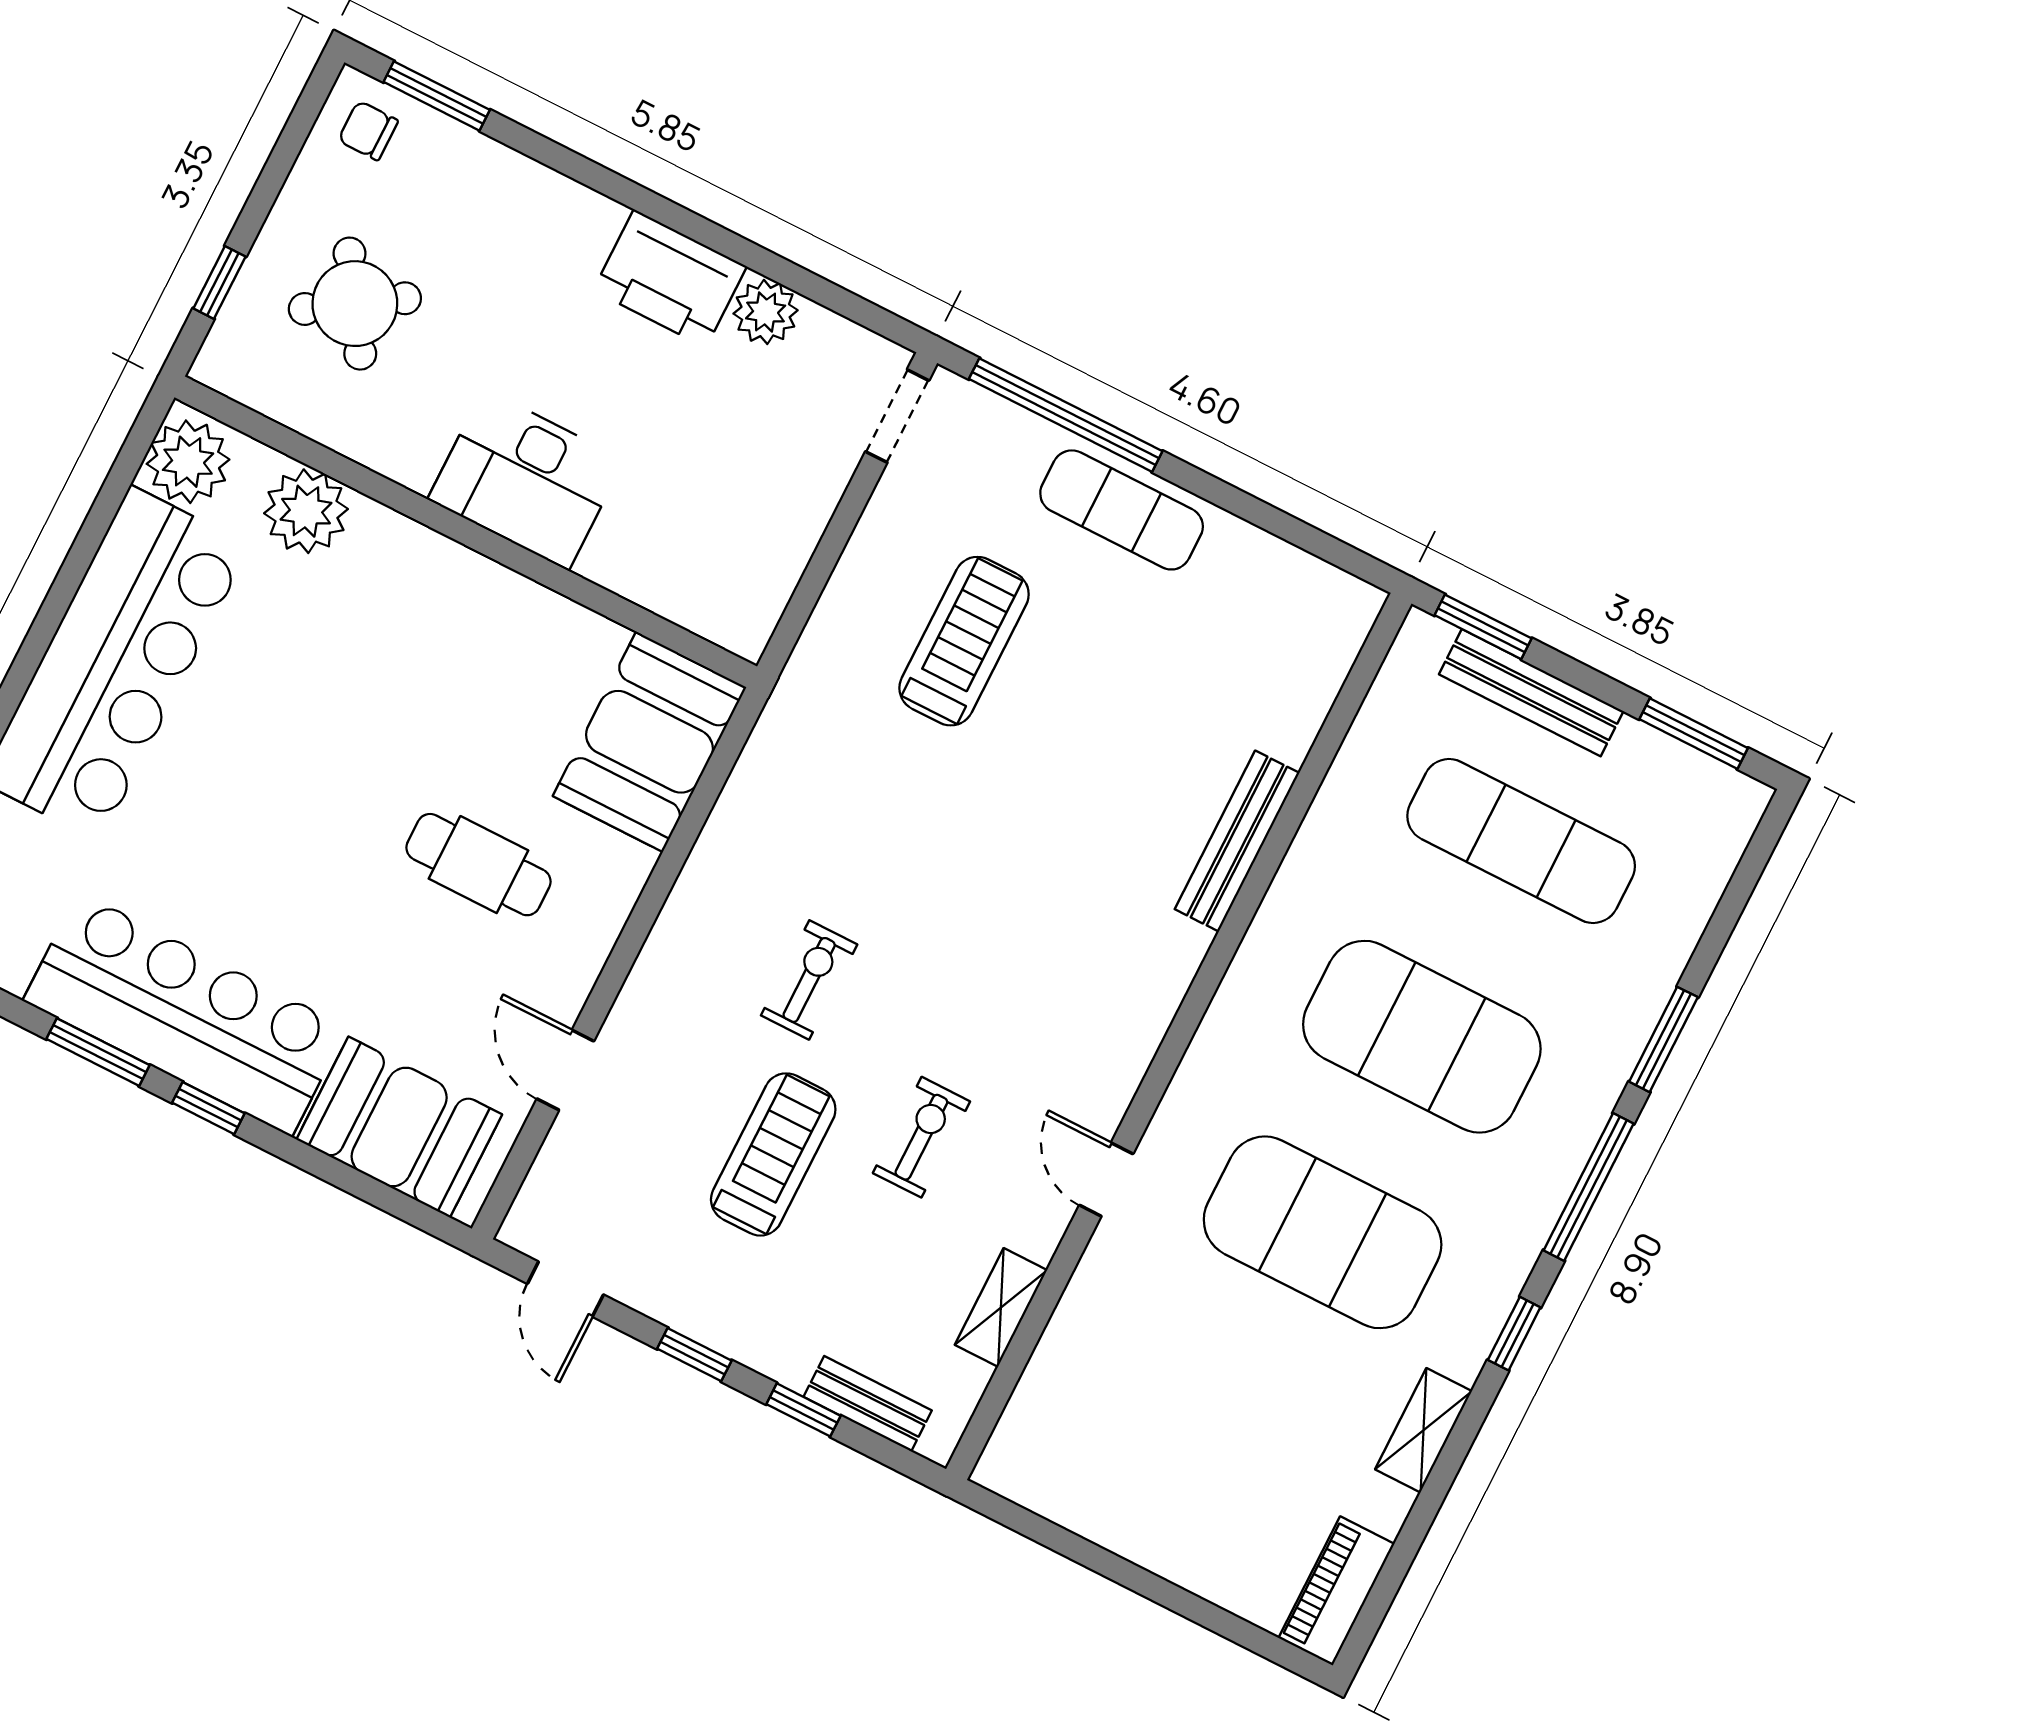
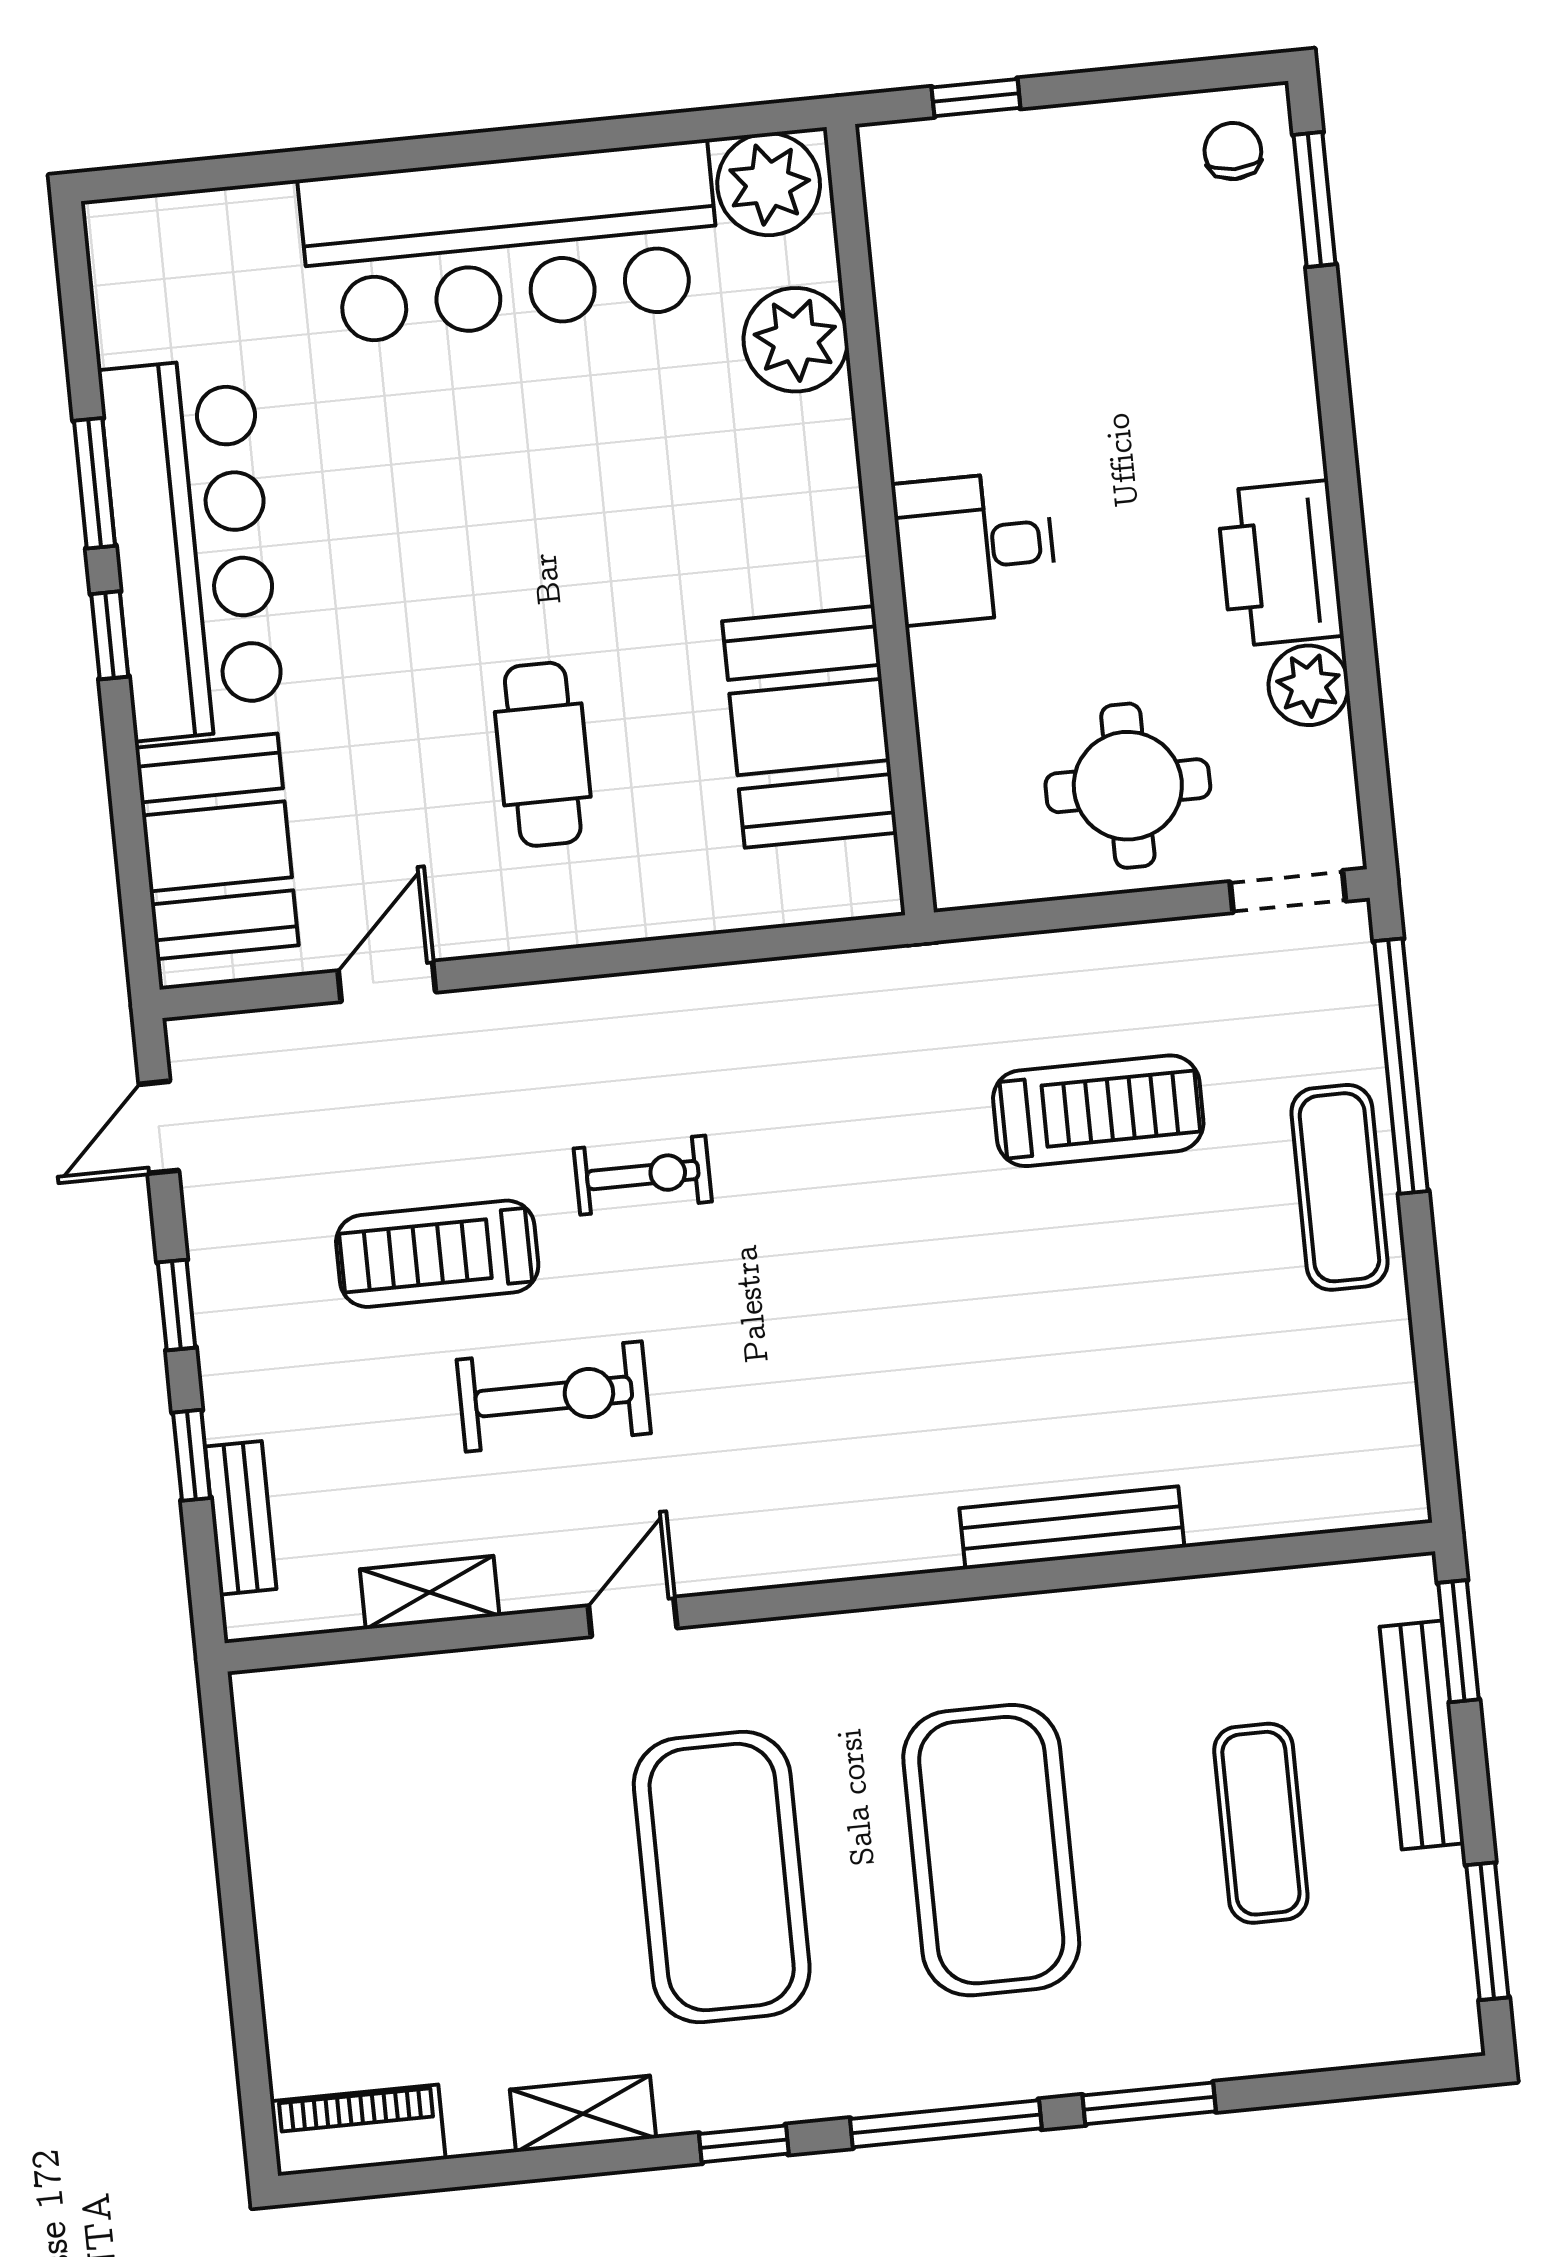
round table: (355, 304) -> (1128, 786), moved, turned 33
desk: (526, 480) -> (975, 548), width x0.73
booth: (650, 742) -> (810, 727), moved, turned 90
exercise mat: (1521, 841) -> (1261, 1823), width x0.73, depth x0.69
exercise bike: (921, 1137) -> (554, 1397), width x1.38, depth x1.39
treadmill: (773, 1154) -> (437, 1254), turned 180

